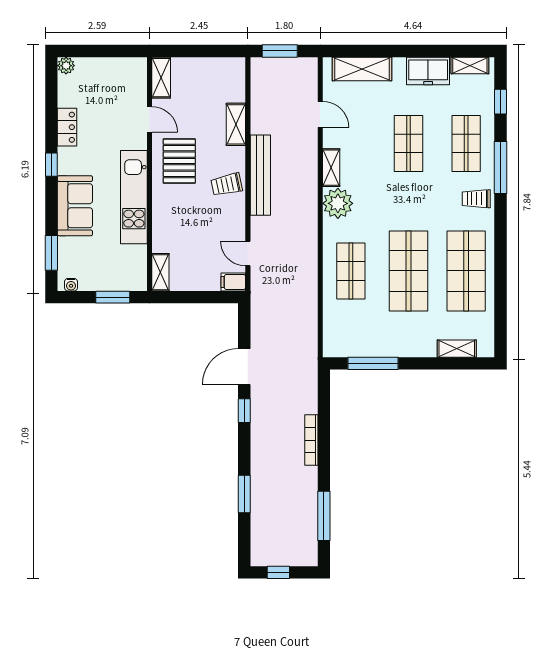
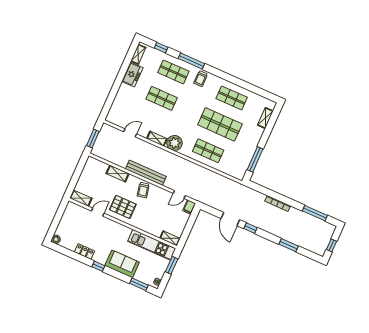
shelving: (362, 69) -> (118, 104), removed
kitchen unit: (134, 197) -> (152, 245), moved
shop shelf: (466, 271) -> (232, 98), width x0.70, depth x0.74

